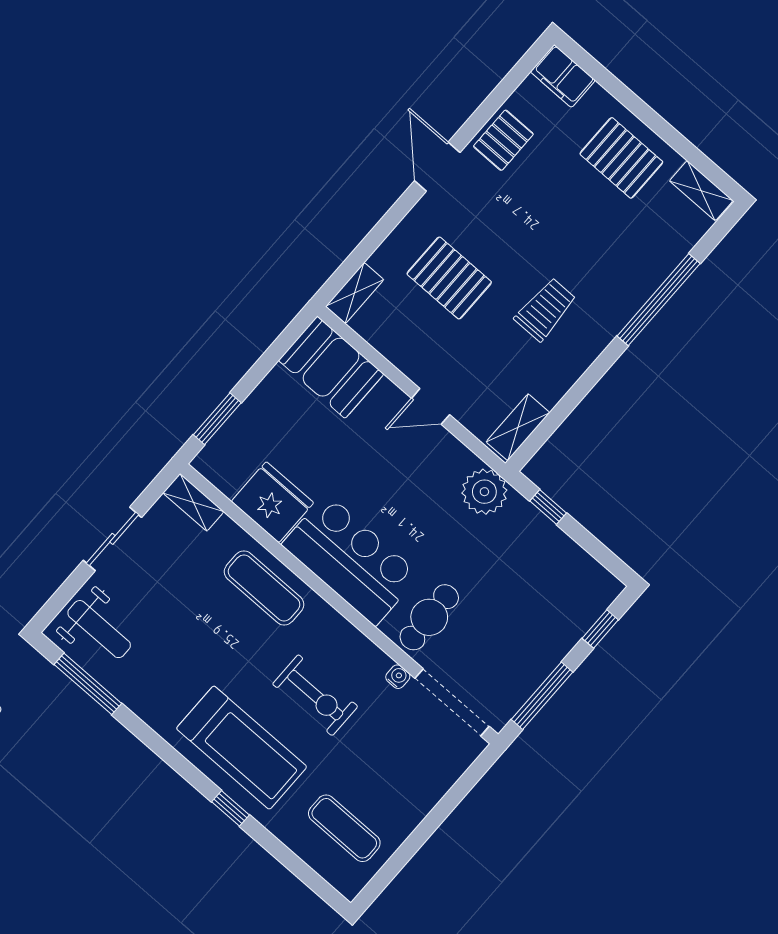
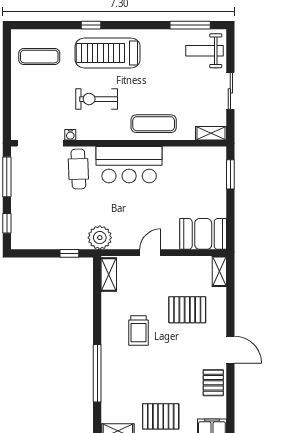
fridge: (272, 502) -> (180, 161), removed

